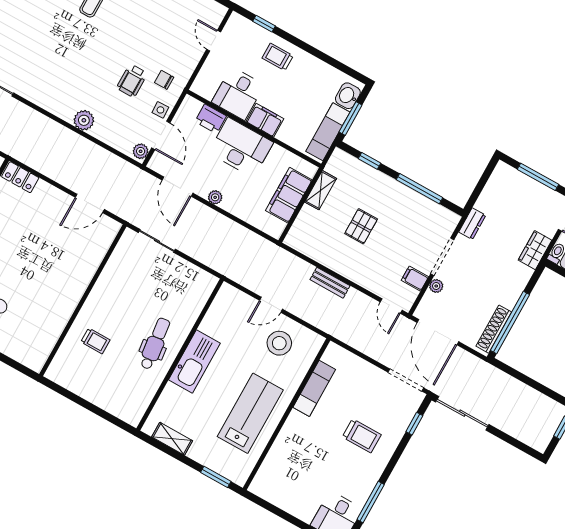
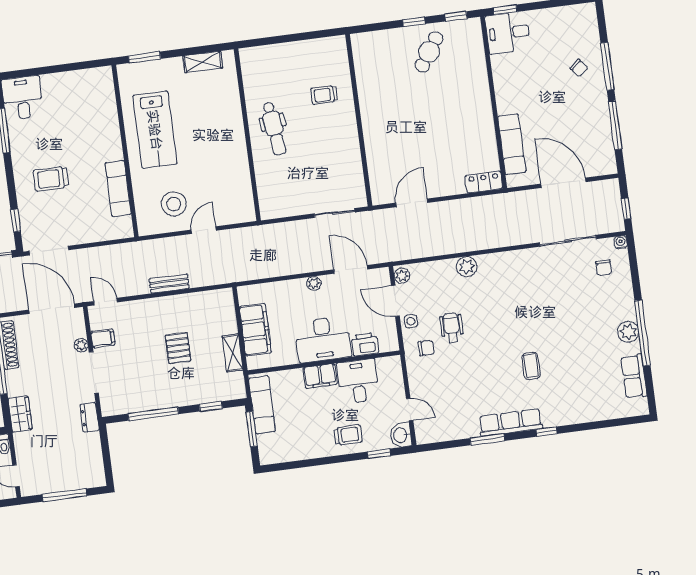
washbasin: (348, 96) -> (401, 435), moved, turned 180
wardrobe: (535, 250) -> (20, 414), moved
kitchen sink: (194, 361) -> (231, 138), removed

